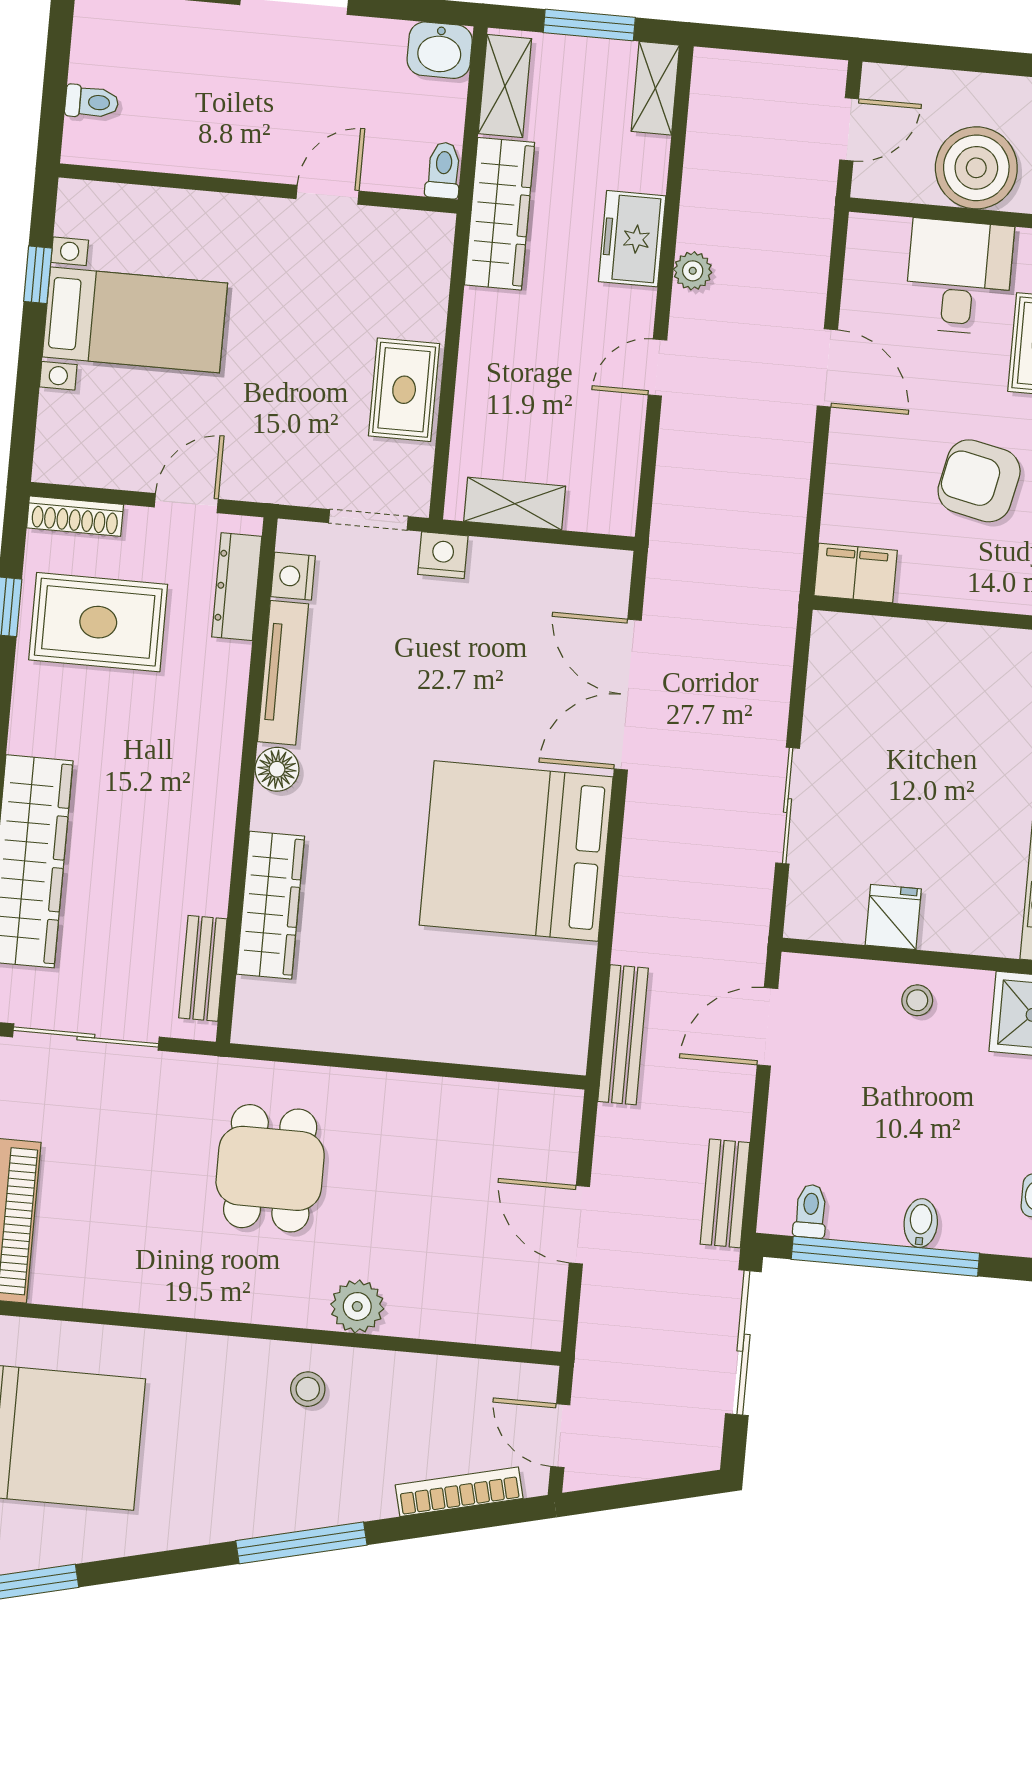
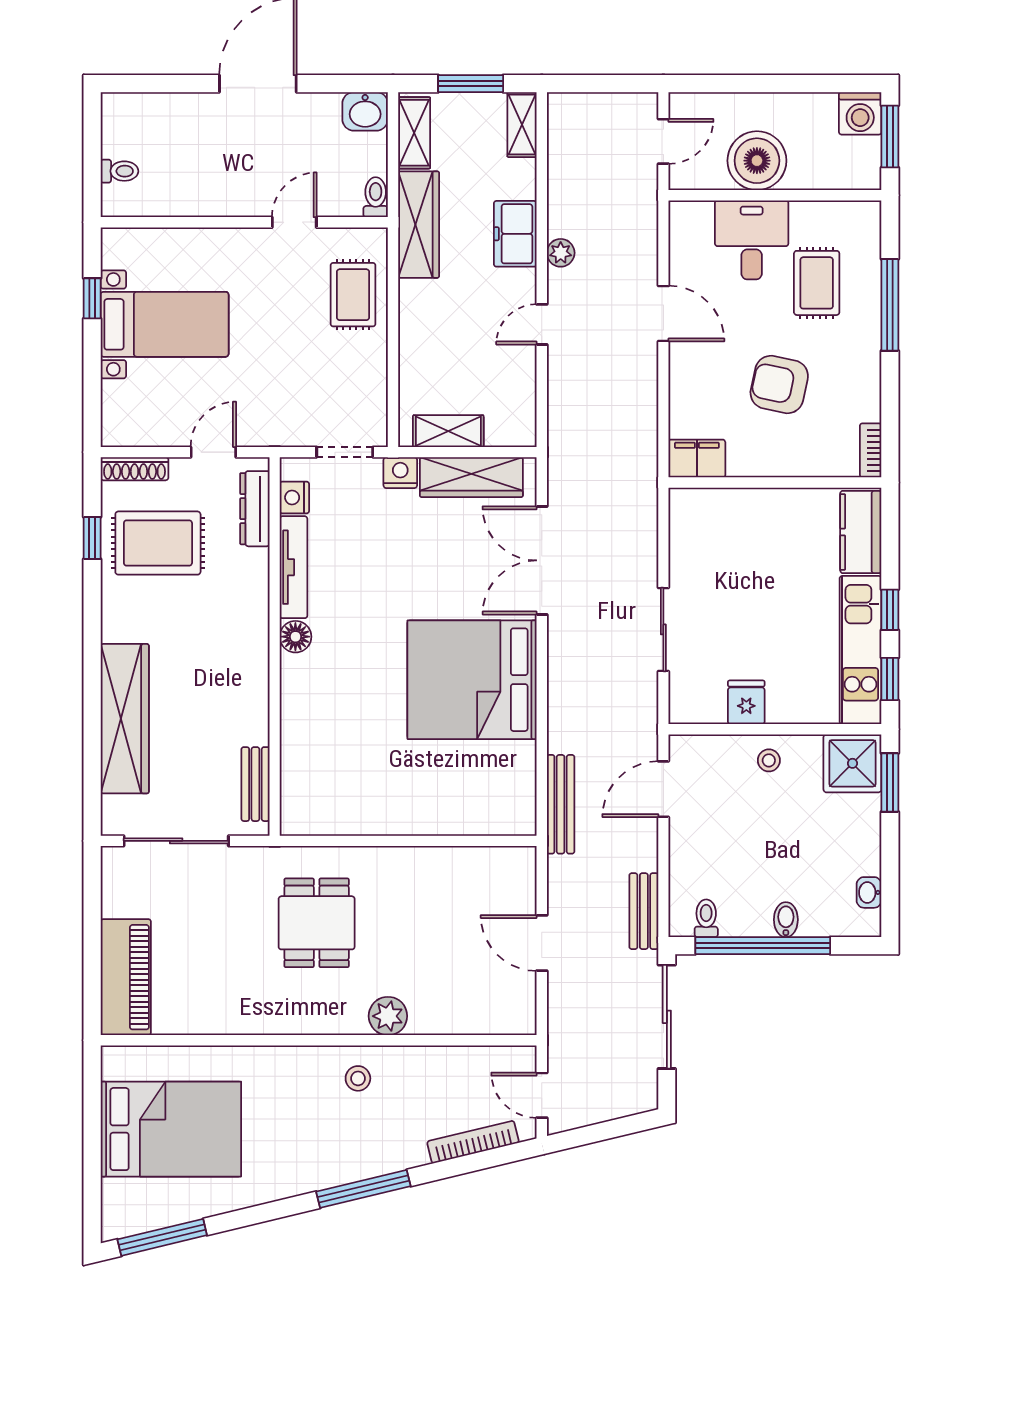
rug: (404, 390) -> (353, 295), moved
wardrobe: (270, 905) -> (471, 477), moved, turned 90

